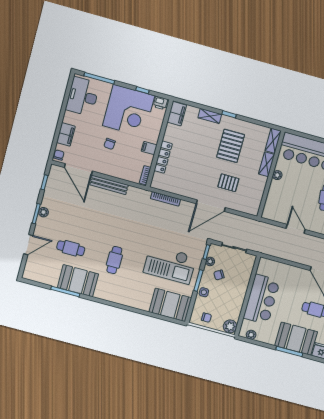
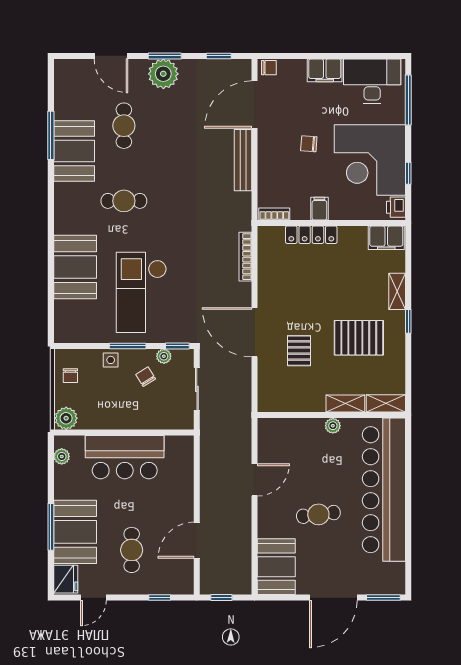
filing cabinet: (66, 134) -> (325, 70), moved
plant: (43, 212) -> (163, 74), width x1.87, depth x1.87
booth: (170, 305) -> (75, 267), moved

